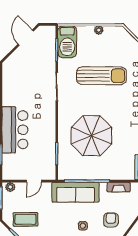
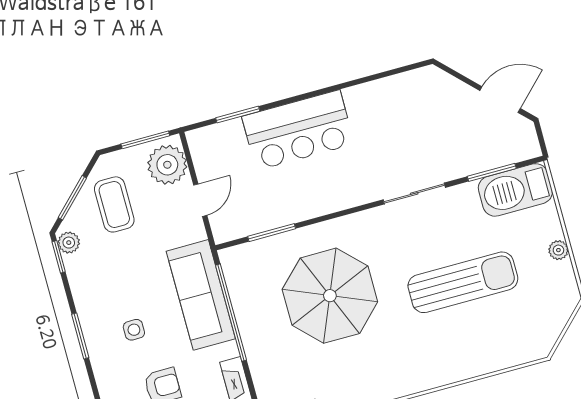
sun lounger: (101, 76) -> (463, 282), turned -90
door: (34, 181) -> (200, 200), swing flipped
plant: (10, 187) -> (167, 165), width x1.88, depth x1.88

